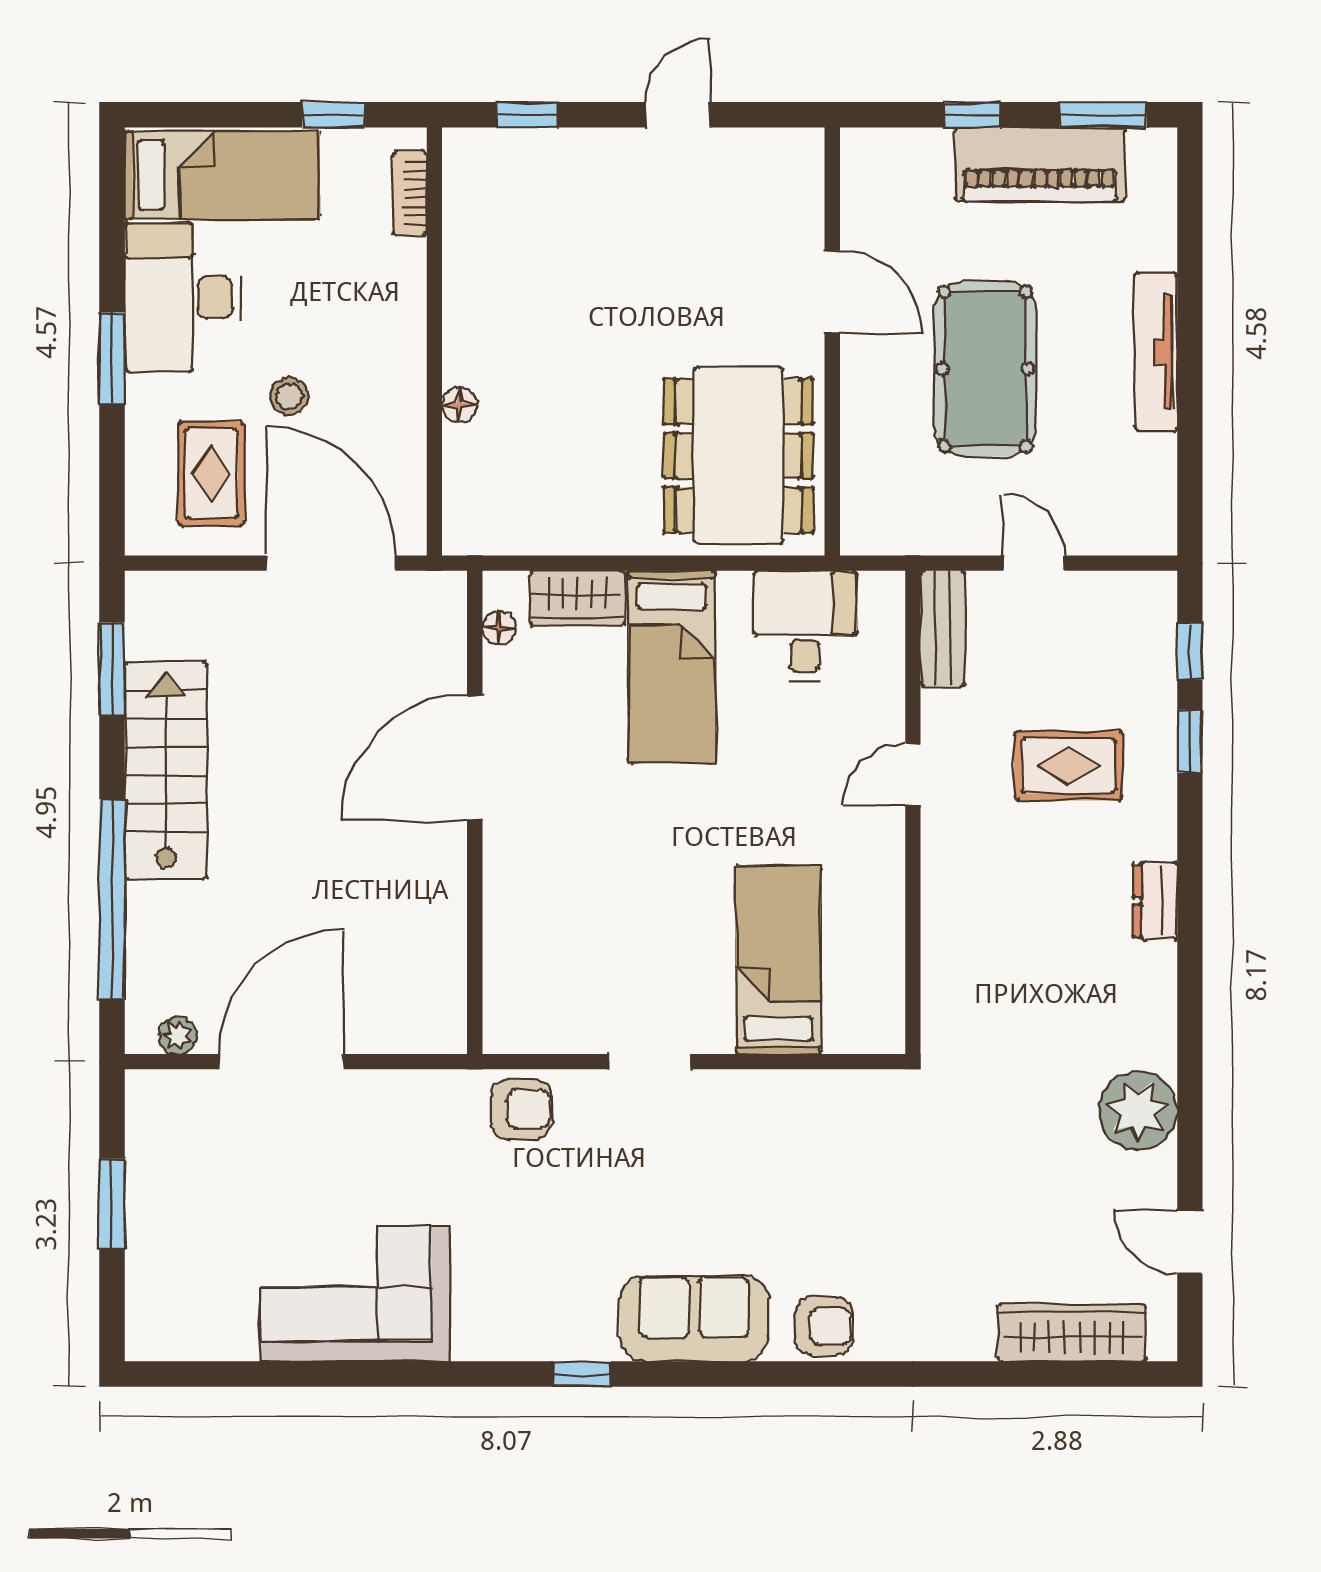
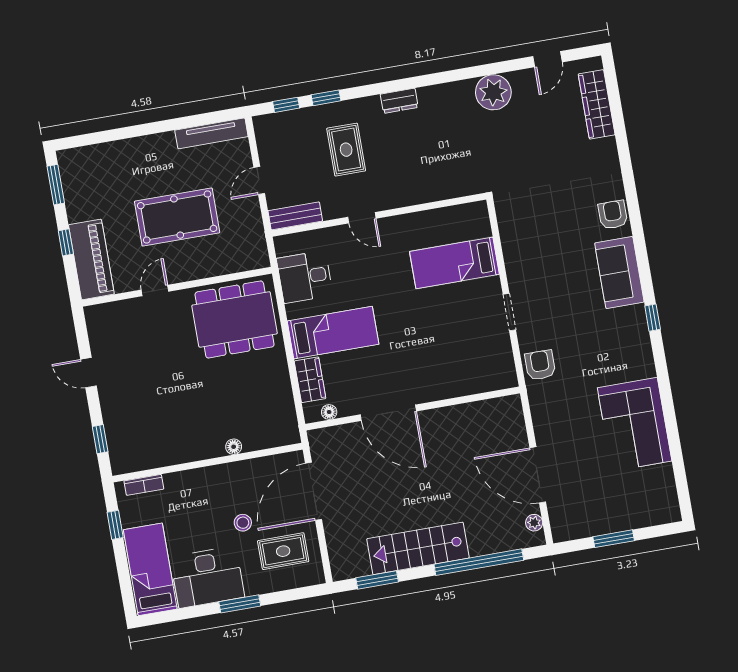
piano: (1040, 164) -> (91, 259), moved
door: (832, 292) -> (155, 291), width x0.73
tv unit: (1156, 352) -> (211, 133), moved

